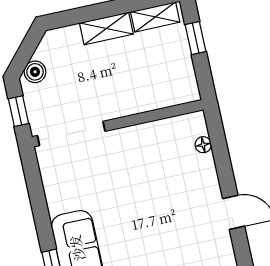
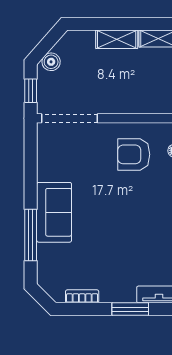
armchair: (156, 160) -> (134, 154), added

